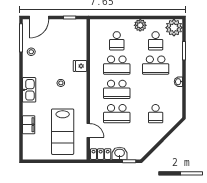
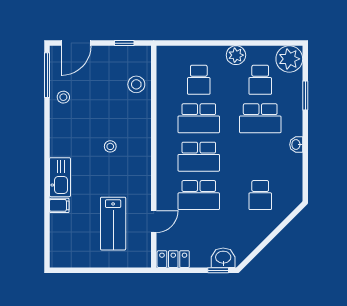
stool: (77, 44) -> (136, 84), added
fridge: (80, 66) -> (141, 120), removed
kitchen sink: (29, 90) -> (60, 177), moved
filing cabinet: (29, 125) -> (59, 205), width x0.50
door: (88, 130) -> (154, 222), hinge flipped
lab bench: (63, 132) -> (113, 224), width x0.73, depth x0.72
washbasin: (120, 153) -> (223, 258), moved

